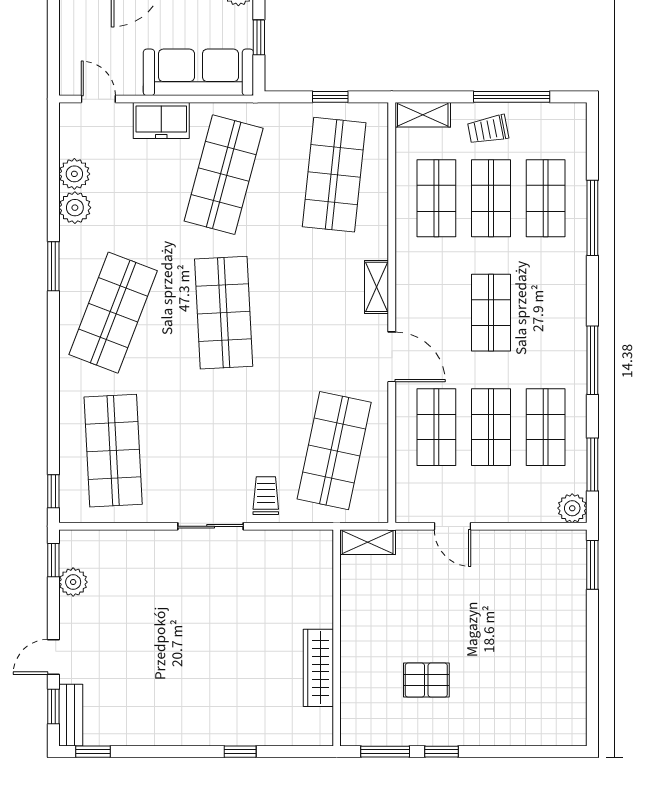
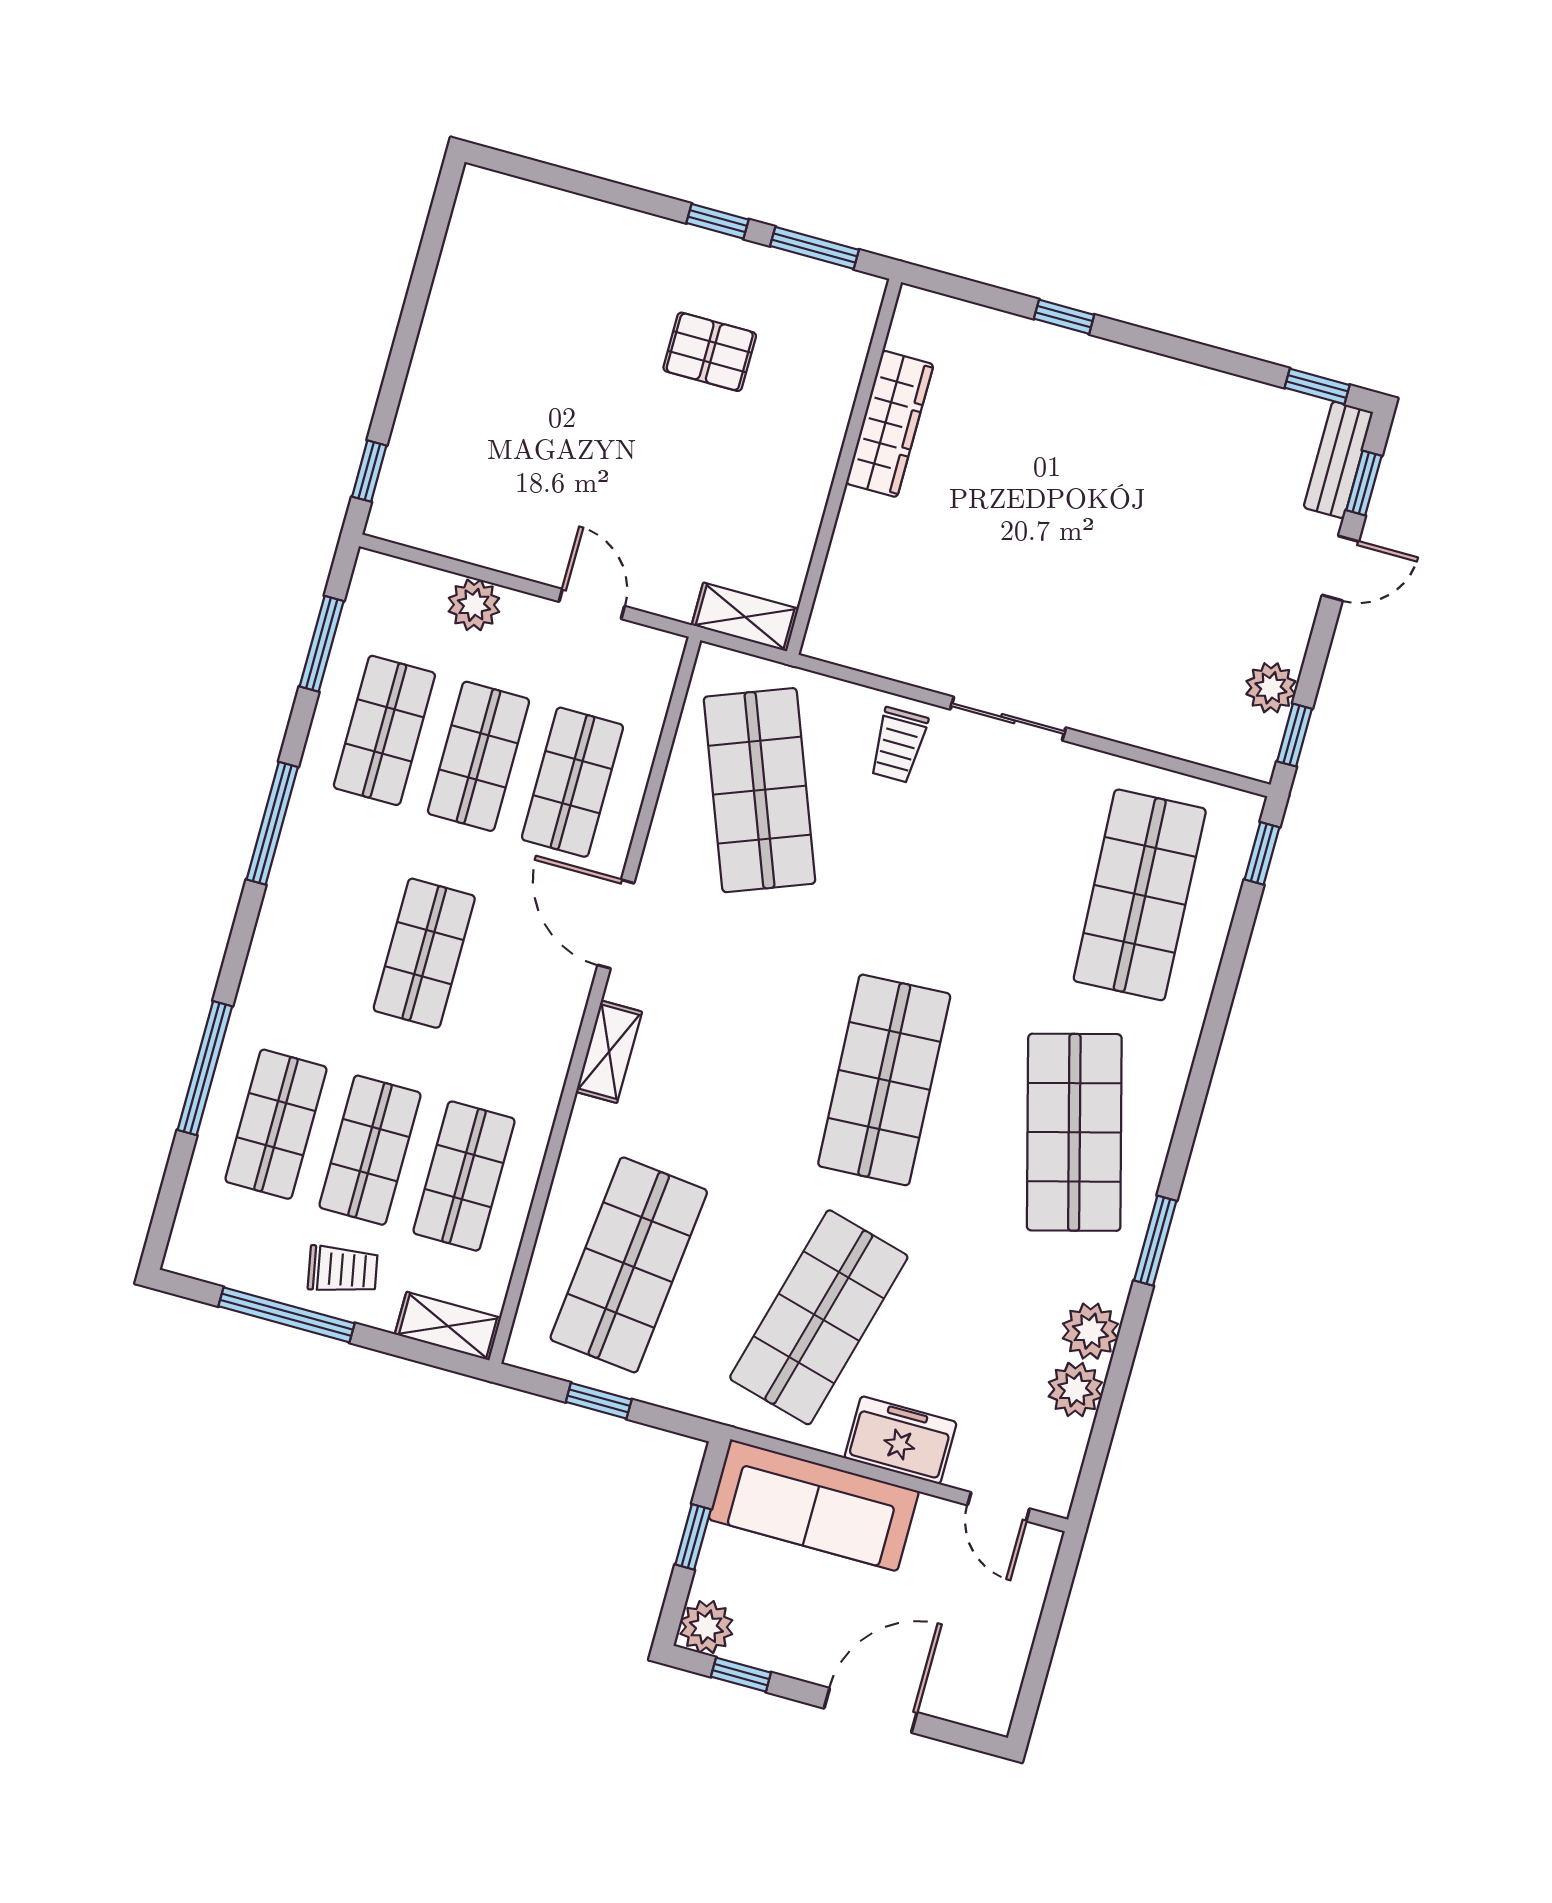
shop shelf: (113, 313) -> (1074, 1132), turned -36
shop shelf: (334, 451) -> (760, 790), turned -33
plant: (572, 508) -> (474, 605), moved
window: (592, 565) -> (369, 471), width x0.67

